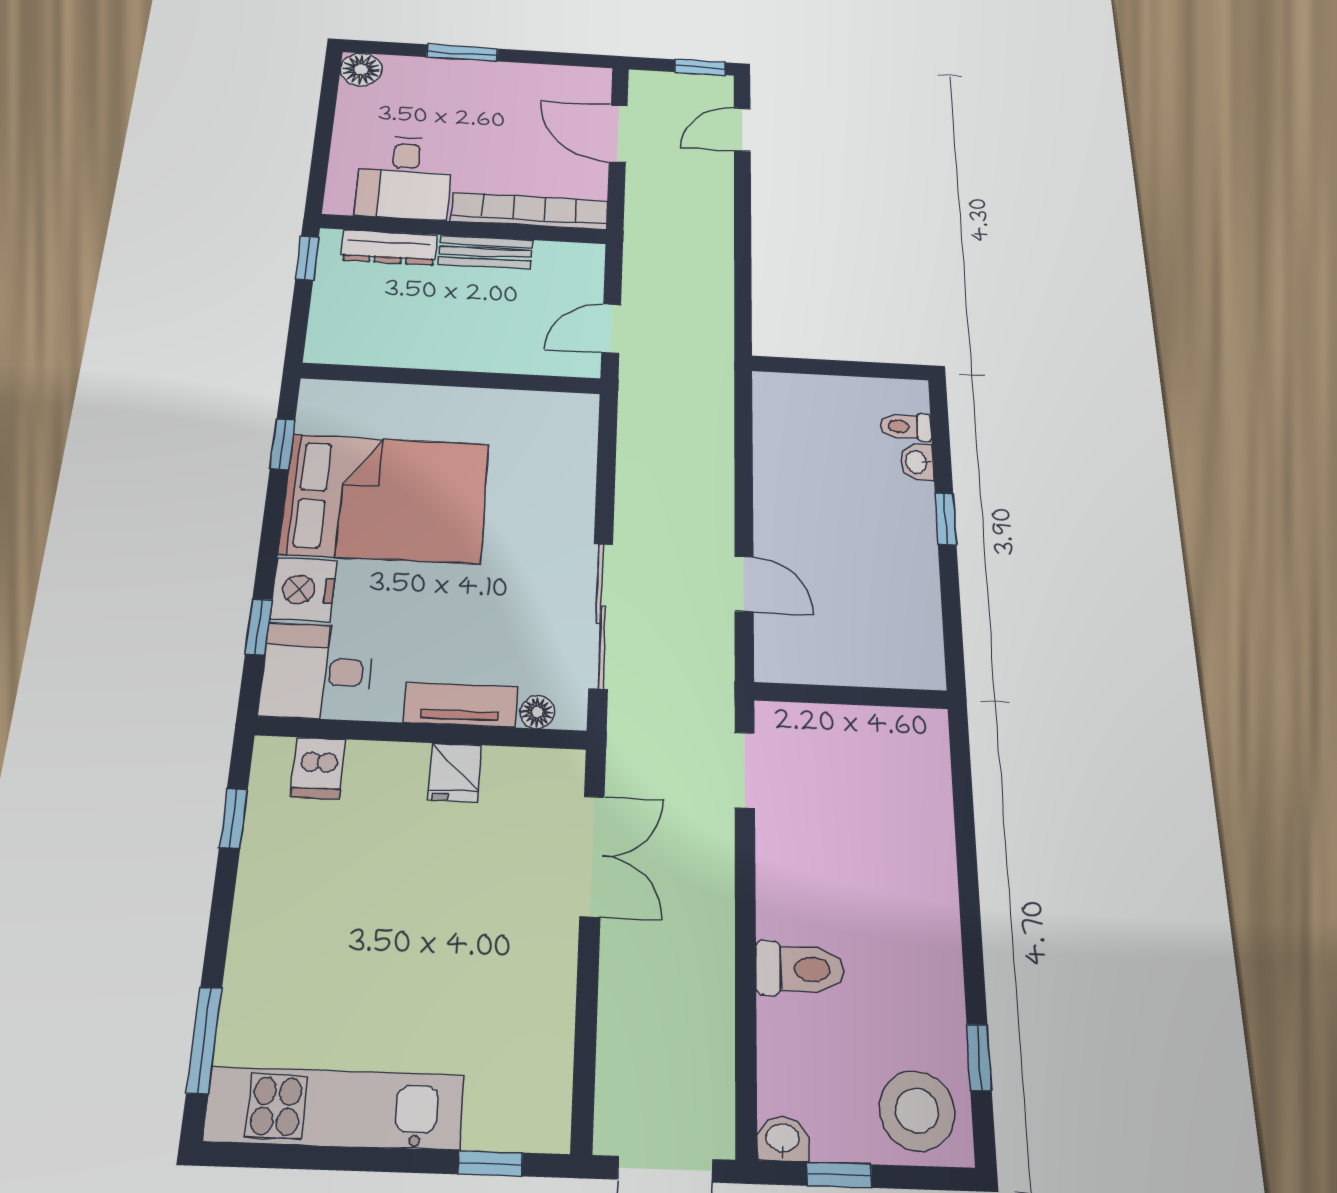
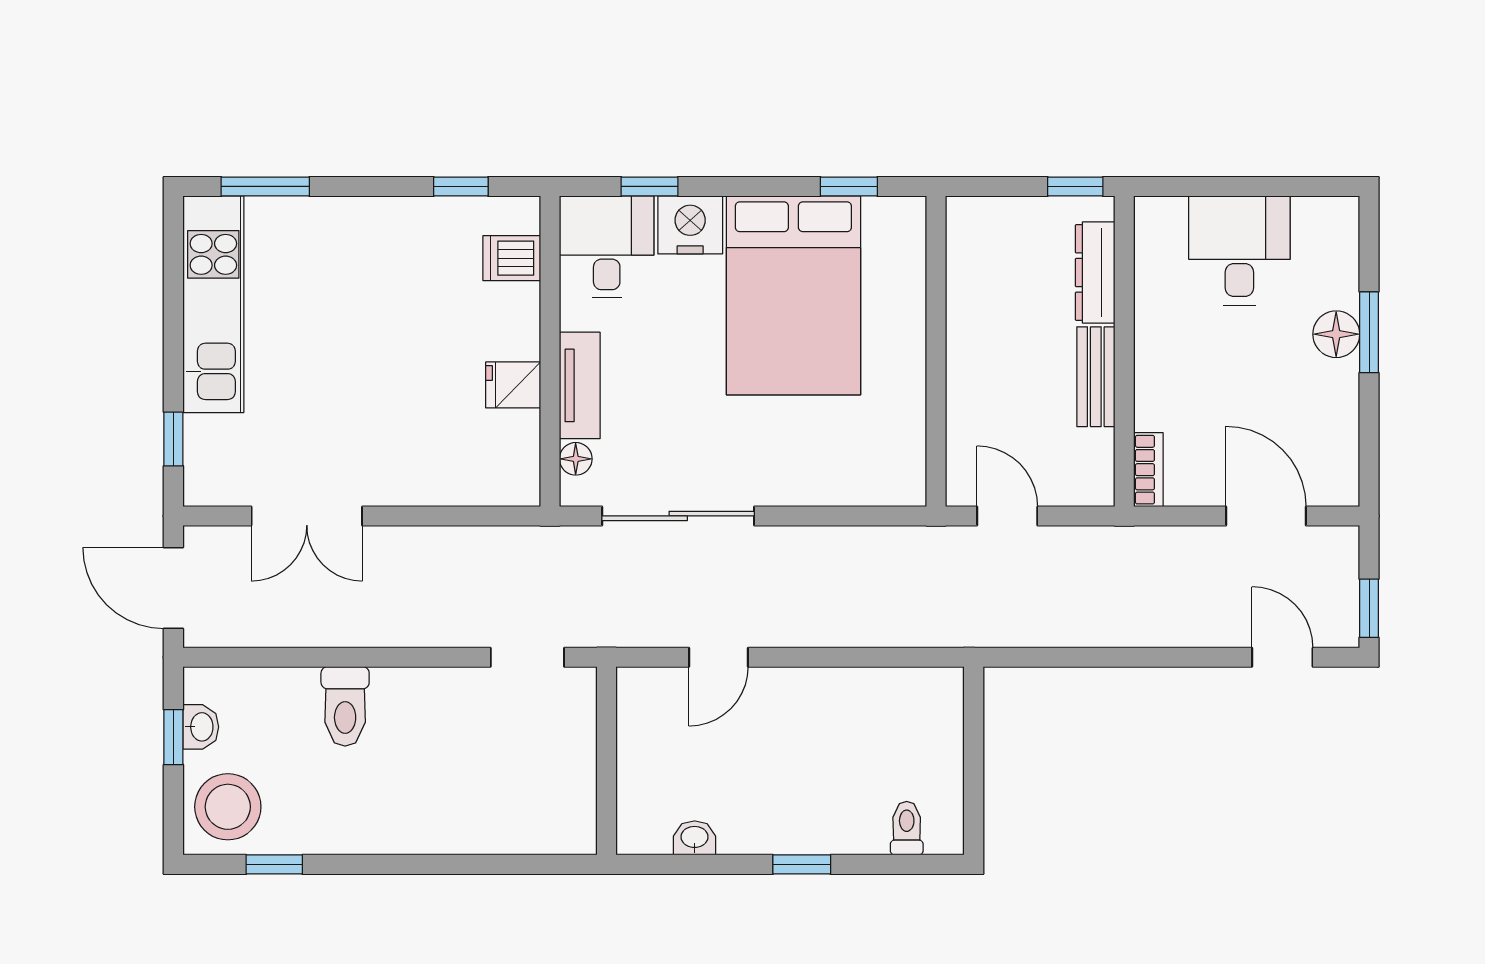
floor lamp: (361, 69) -> (1336, 334), moved
door: (618, 134) -> (1266, 516), hinge flipped
desk: (405, 178) -> (1239, 251), moved, turned 90
bookcase: (529, 211) -> (1148, 470), width x0.43, depth x0.76
washbasin: (917, 462) -> (695, 838), moved
double door: (592, 856) -> (307, 516), moved
washbasin: (783, 1139) -> (201, 727), moved

